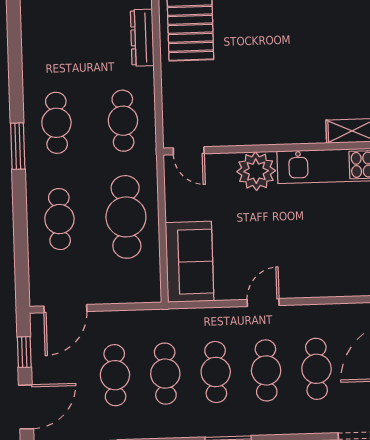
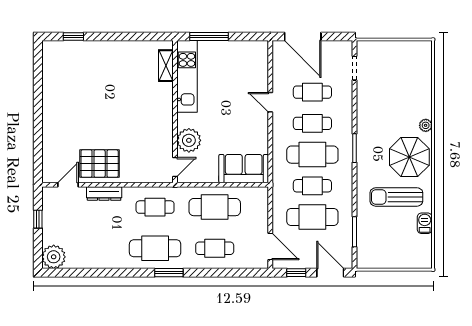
cafe table: (56, 123) -> (155, 248), width x1.37, depth x1.35
plant: (256, 171) -> (189, 140), moved
door: (263, 302) -> (270, 102), moved
cafe table: (216, 372) -> (312, 155), width x1.37, depth x1.35
cafe table: (115, 375) -> (312, 217), width x1.37, depth x1.35

